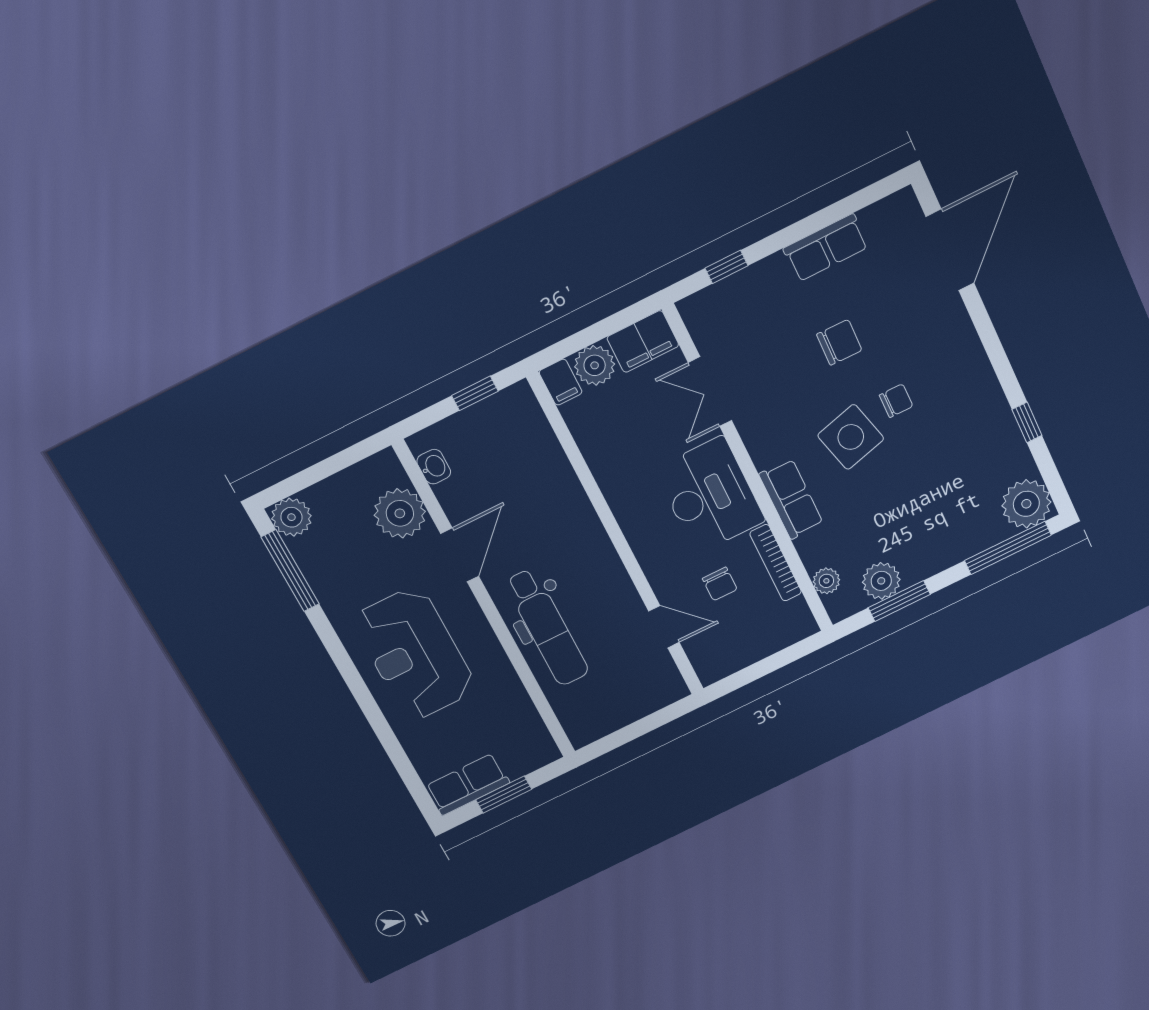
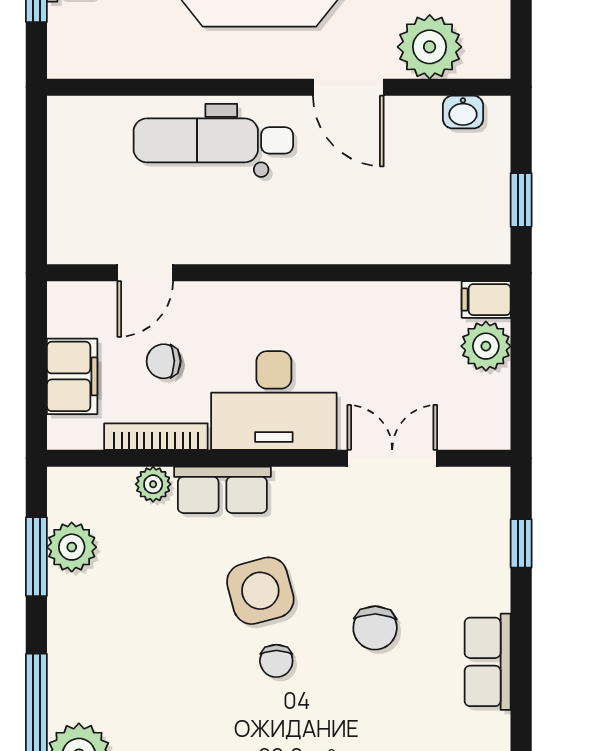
filing cabinet: (643, 341) -> (72, 376), moved, turned 180
plant: (826, 581) -> (153, 484), moved

